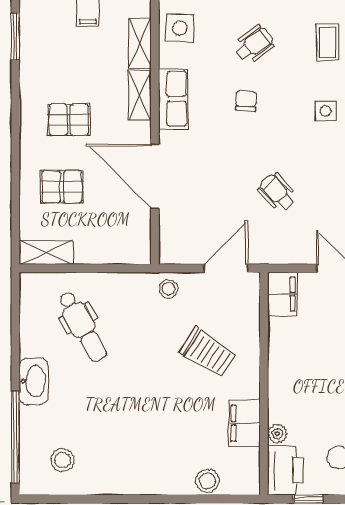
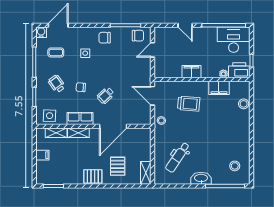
pallet: (69, 120) -> (93, 176), moved, turned 90
wheelchair: (278, 192) -> (106, 95), moved
filing cabinet: (282, 294) -> (191, 72), moved
dental chair: (82, 326) -> (178, 157), turned 153
trolley: (208, 353) -> (189, 104), turned 62

